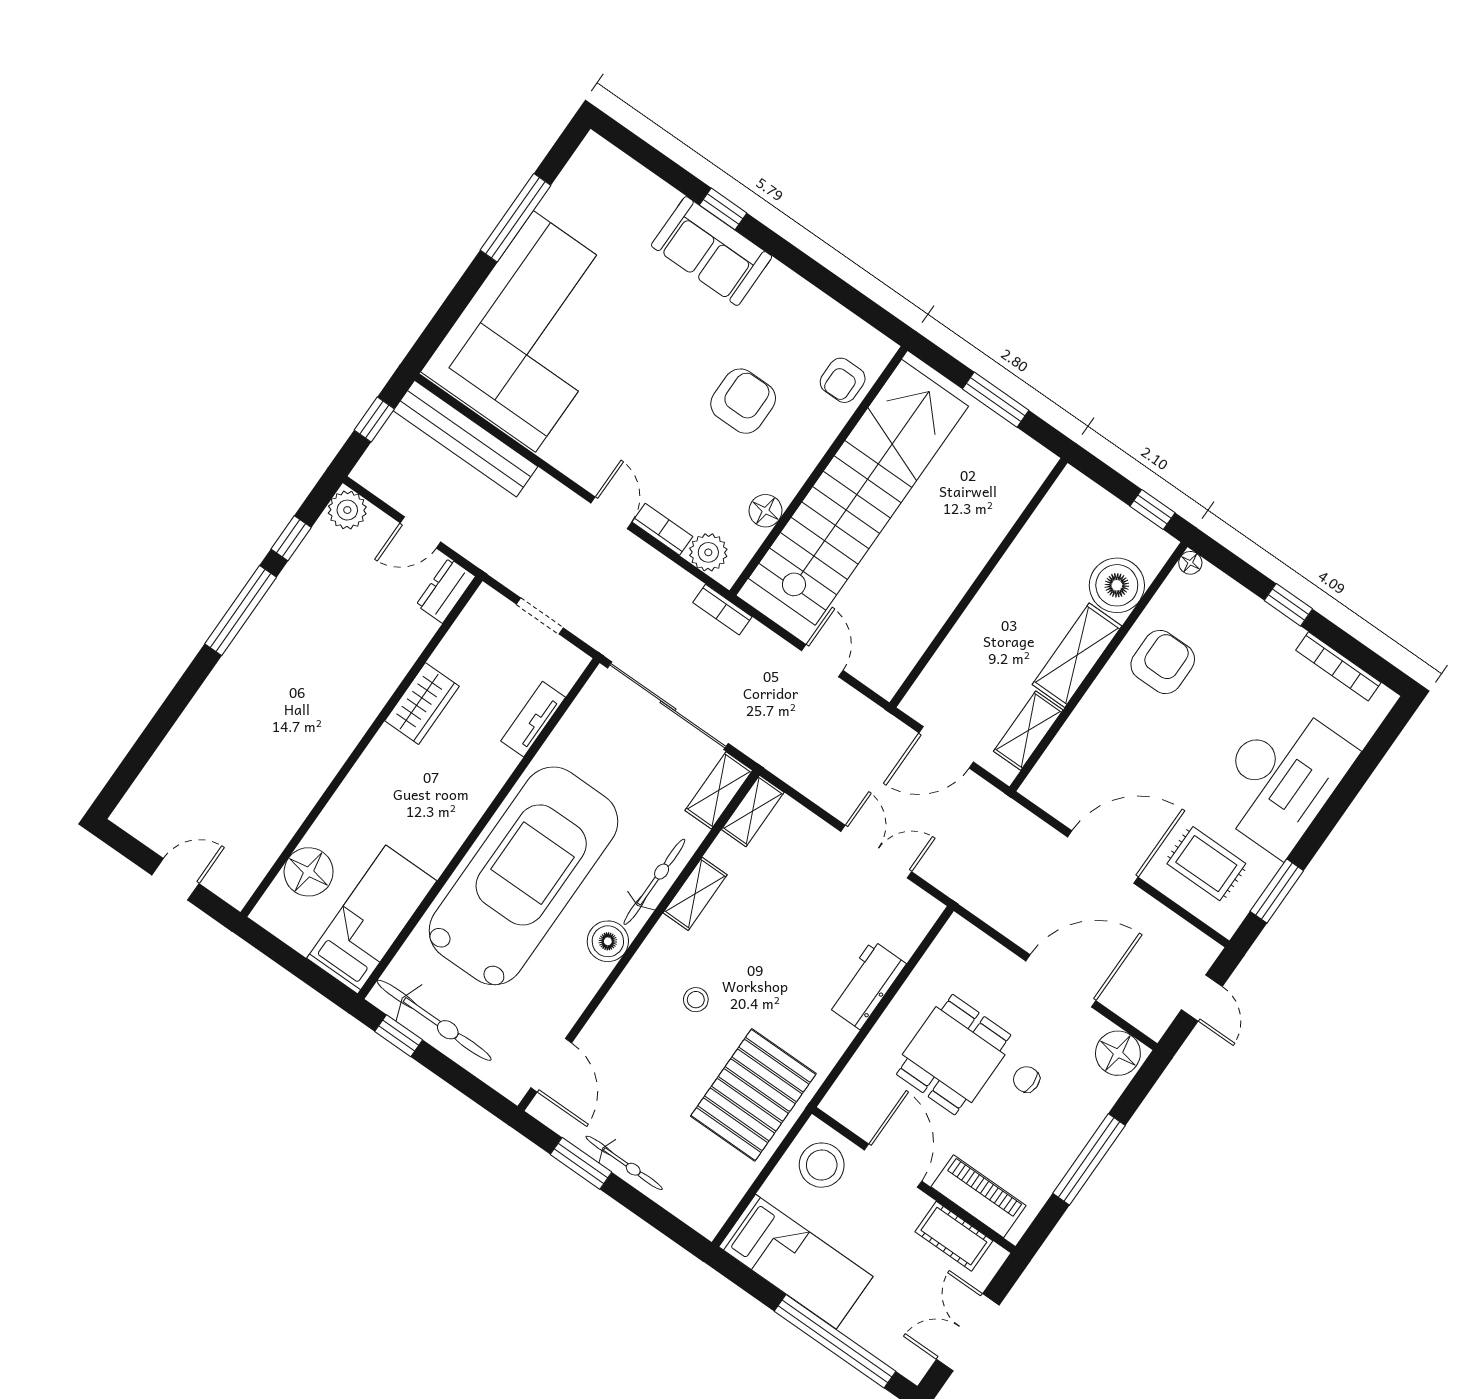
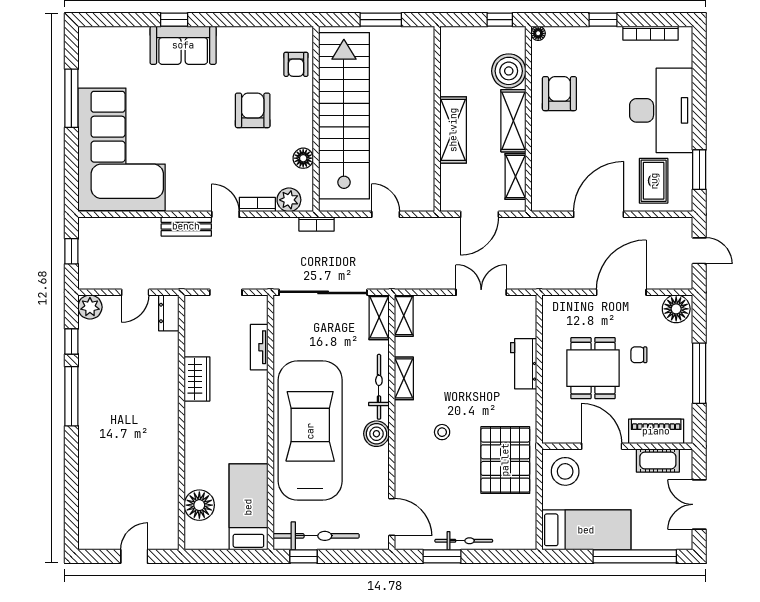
bench: (465, 439) -> (186, 226), moved, width x0.54, depth x0.82
shelving: (989, 612) -> (453, 130), added
rug: (1206, 864) -> (654, 181), turned 90

